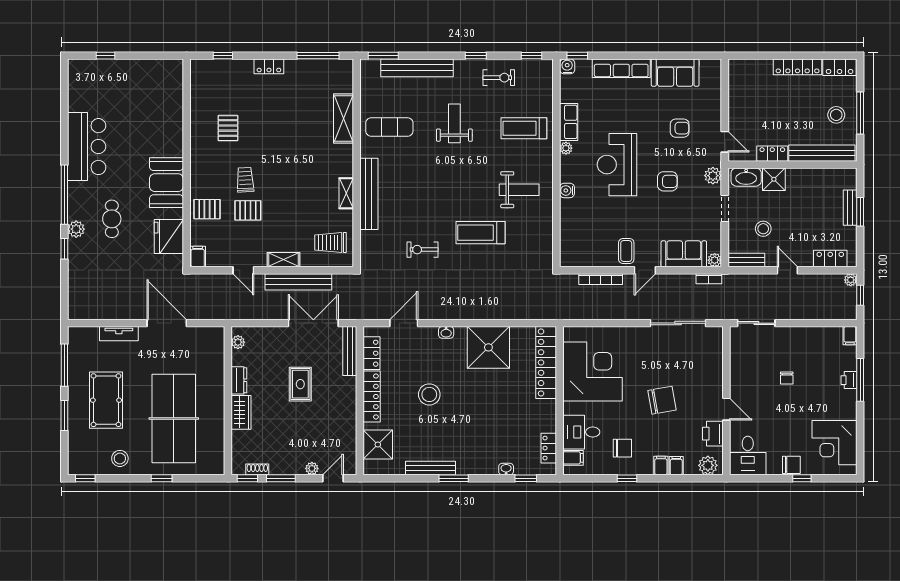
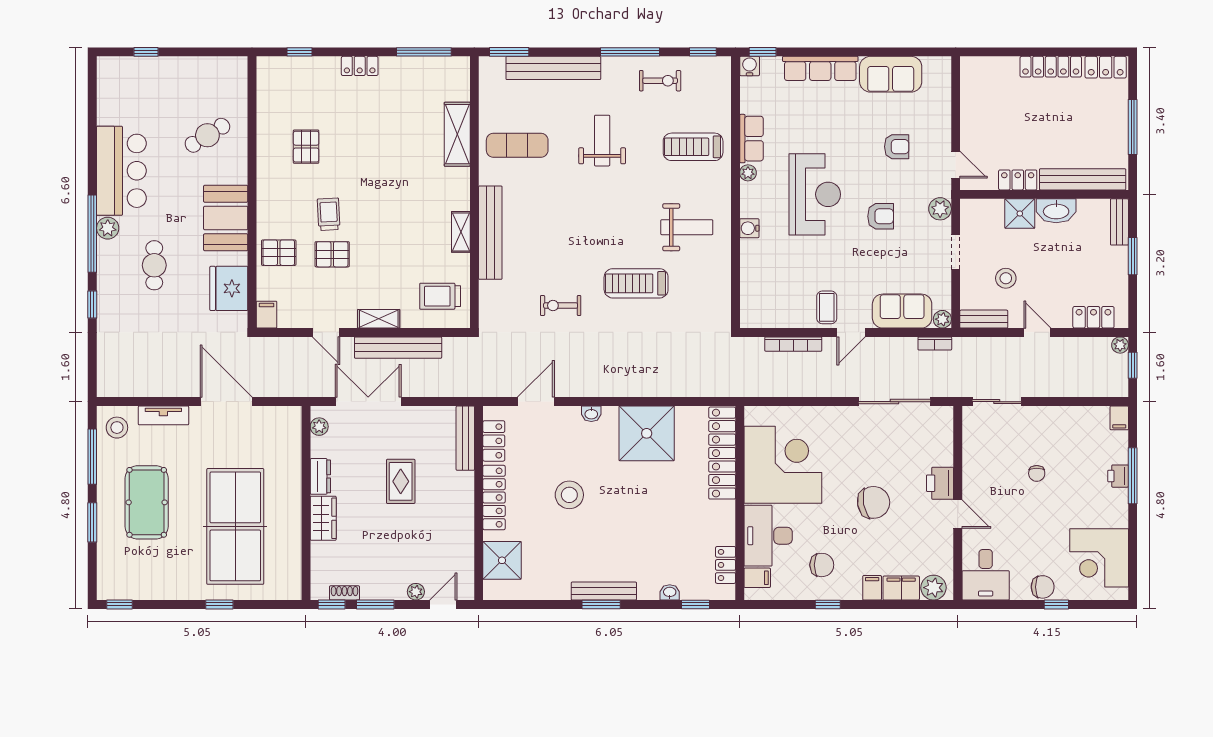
window: (476, 56) -> (630, 52), width x2.17
stool: (836, 115) -> (1101, 129), removed
cafe table: (152, 119) -> (207, 135), added
reception desk: (617, 165) -> (815, 194), turned 180
washbasin: (746, 177) -> (1056, 211), moved
bench: (850, 208) -> (1119, 222), moved
plant: (76, 229) -> (108, 228), moved
double door: (313, 323) -> (368, 402), moved
desk: (581, 432) -> (768, 536), width x1.37
printer: (713, 434) -> (940, 483), moved
stool: (120, 458) -> (117, 428), moved
filing cabinet: (676, 466) -> (901, 588), width x2.00
bench: (431, 468) -> (604, 591), moved

